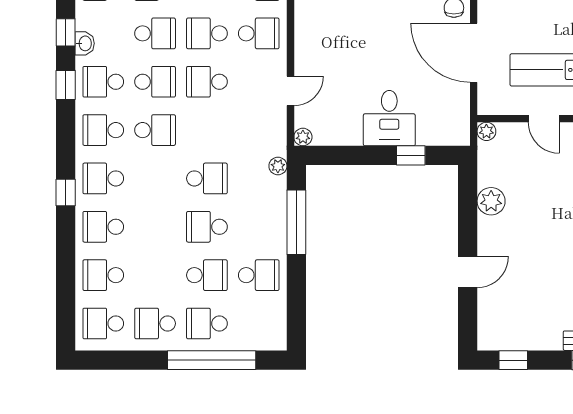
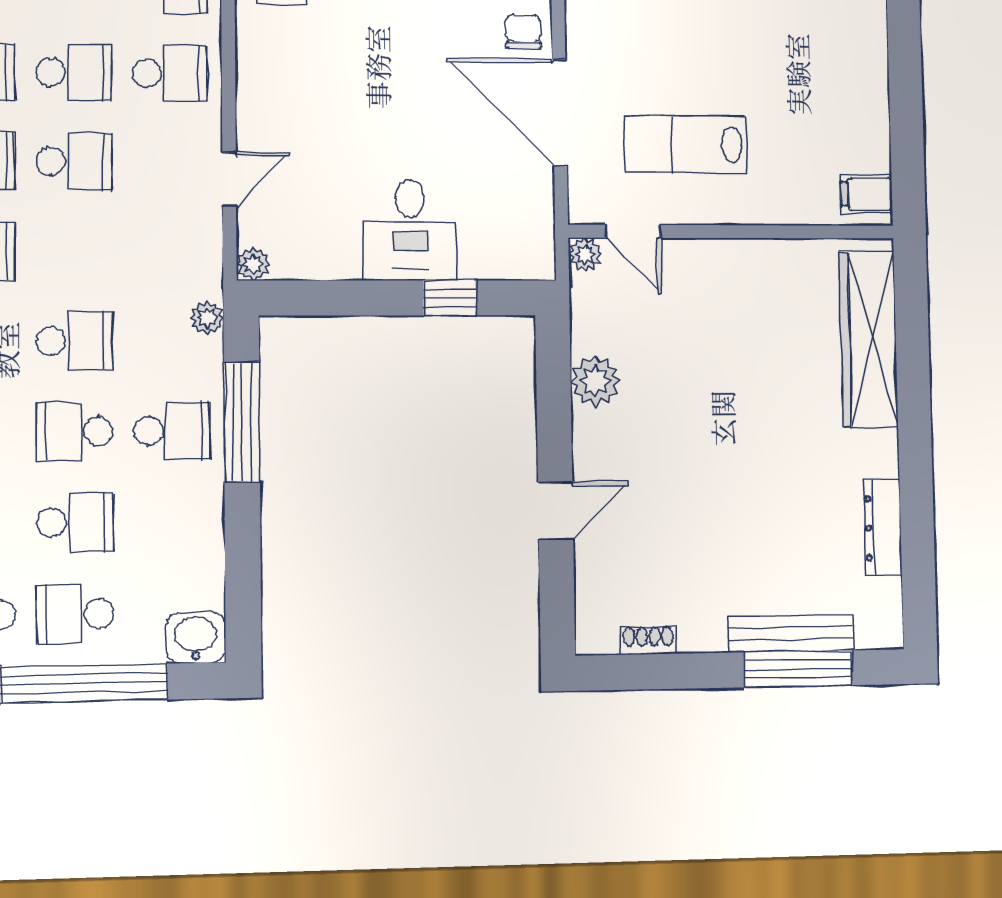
school desk: (207, 33) -> (74, 72), turned 180
school desk: (207, 82) -> (74, 162), turned 180
door: (544, 119) -> (633, 231), moved
school desk: (259, 275) -> (172, 431), moved
washbasin: (271, 337) -> (196, 637), added
shoe rack: (518, 343) -> (648, 640), added
window: (513, 360) -> (640, 672), removed

